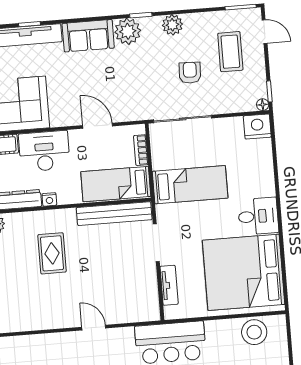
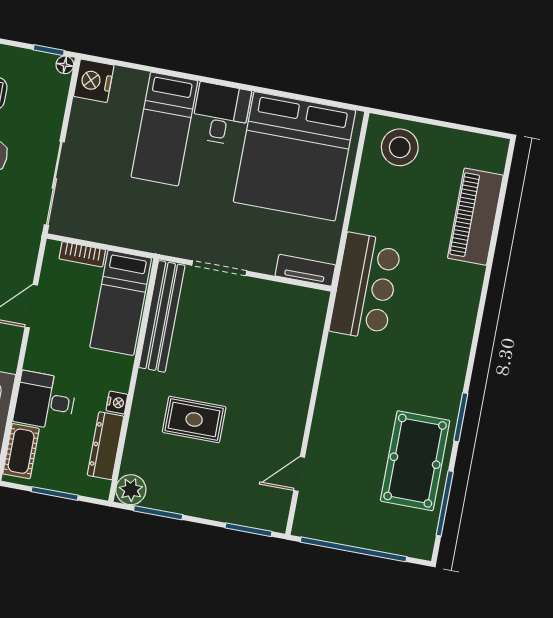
desk: (44, 151) -> (45, 401), width x0.73
bed: (190, 185) -> (164, 129), moved, turned 180
tv unit: (169, 285) -> (305, 270), moved
door: (94, 328) -> (299, 474), moved
stool: (254, 332) -> (400, 147), moved

